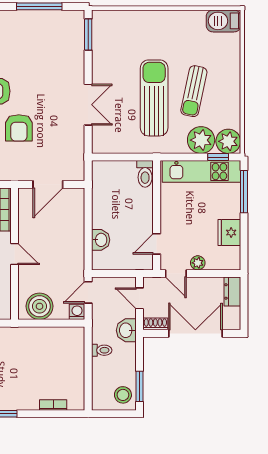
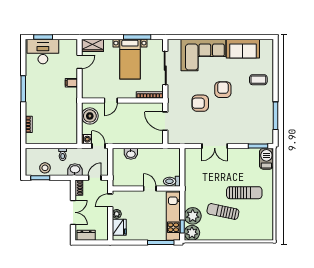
barbecue: (223, 21) -> (266, 159), moved
sun lounger: (154, 98) -> (244, 193), moved, width x0.73, depth x0.75
fridge: (229, 233) -> (119, 227), moved, turned 90
door: (157, 244) -> (150, 188), moved
door: (15, 254) -> (111, 101), moved
dresser: (232, 291) -> (86, 235), moved
double door: (195, 333) -> (73, 212), width x0.73
stool: (123, 395) -> (45, 168), moved

